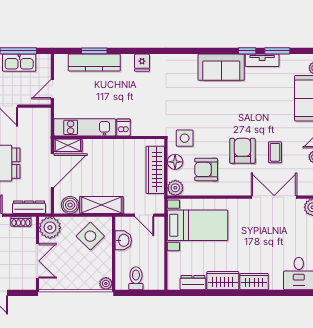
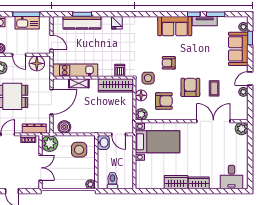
door: (52, 89) -> (51, 42), swing flipped
armchair: (213, 117) -> (169, 63), added
floor lamp: (33, 118) -> (37, 63), added
dishwasher: (123, 127) -> (120, 70), moved
shelving: (68, 145) -> (79, 83), moved
armchair: (206, 169) -> (164, 101), turned 180
wardrobe: (155, 170) -> (116, 85), moved, turned -90
shelving: (101, 205) -> (87, 127), removed
side table: (90, 236) -> (79, 150), turned 45
washbasin: (123, 240) -> (103, 142), moved
dresser: (193, 283) -> (154, 184), removed

